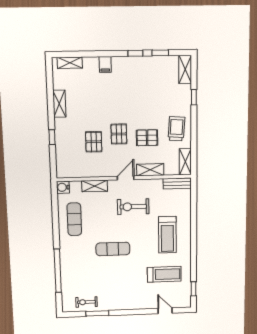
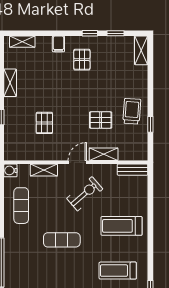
window: (194, 97) -> (150, 124), moved
pallet: (119, 134) -> (82, 60), moved
shelving: (185, 162) -> (141, 146), removed
exercise bike: (133, 207) -> (85, 194), turned 139
treadmill: (167, 235) -> (122, 226), turned 90
treadmill: (164, 274) -> (118, 271), turned 180

